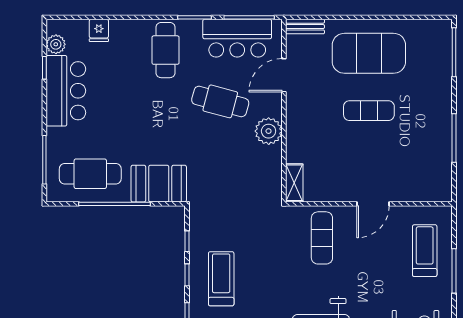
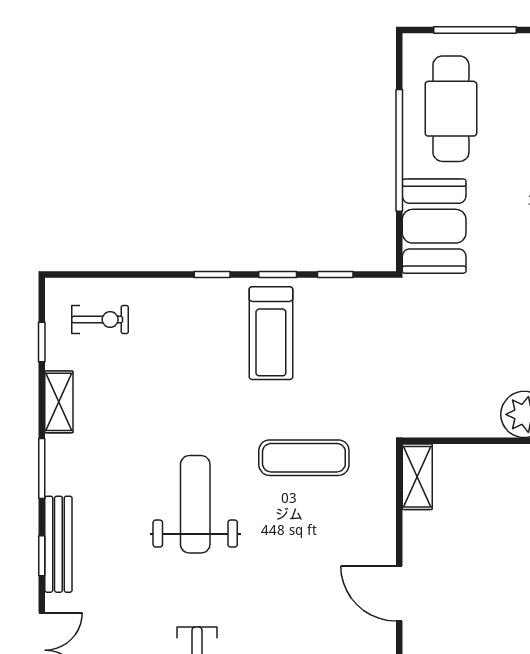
shelving: (294, 183) -> (417, 477), moved, turned 90
exercise mat: (322, 238) -> (304, 458), moved
treadmill: (221, 279) -> (271, 333), turned 90

